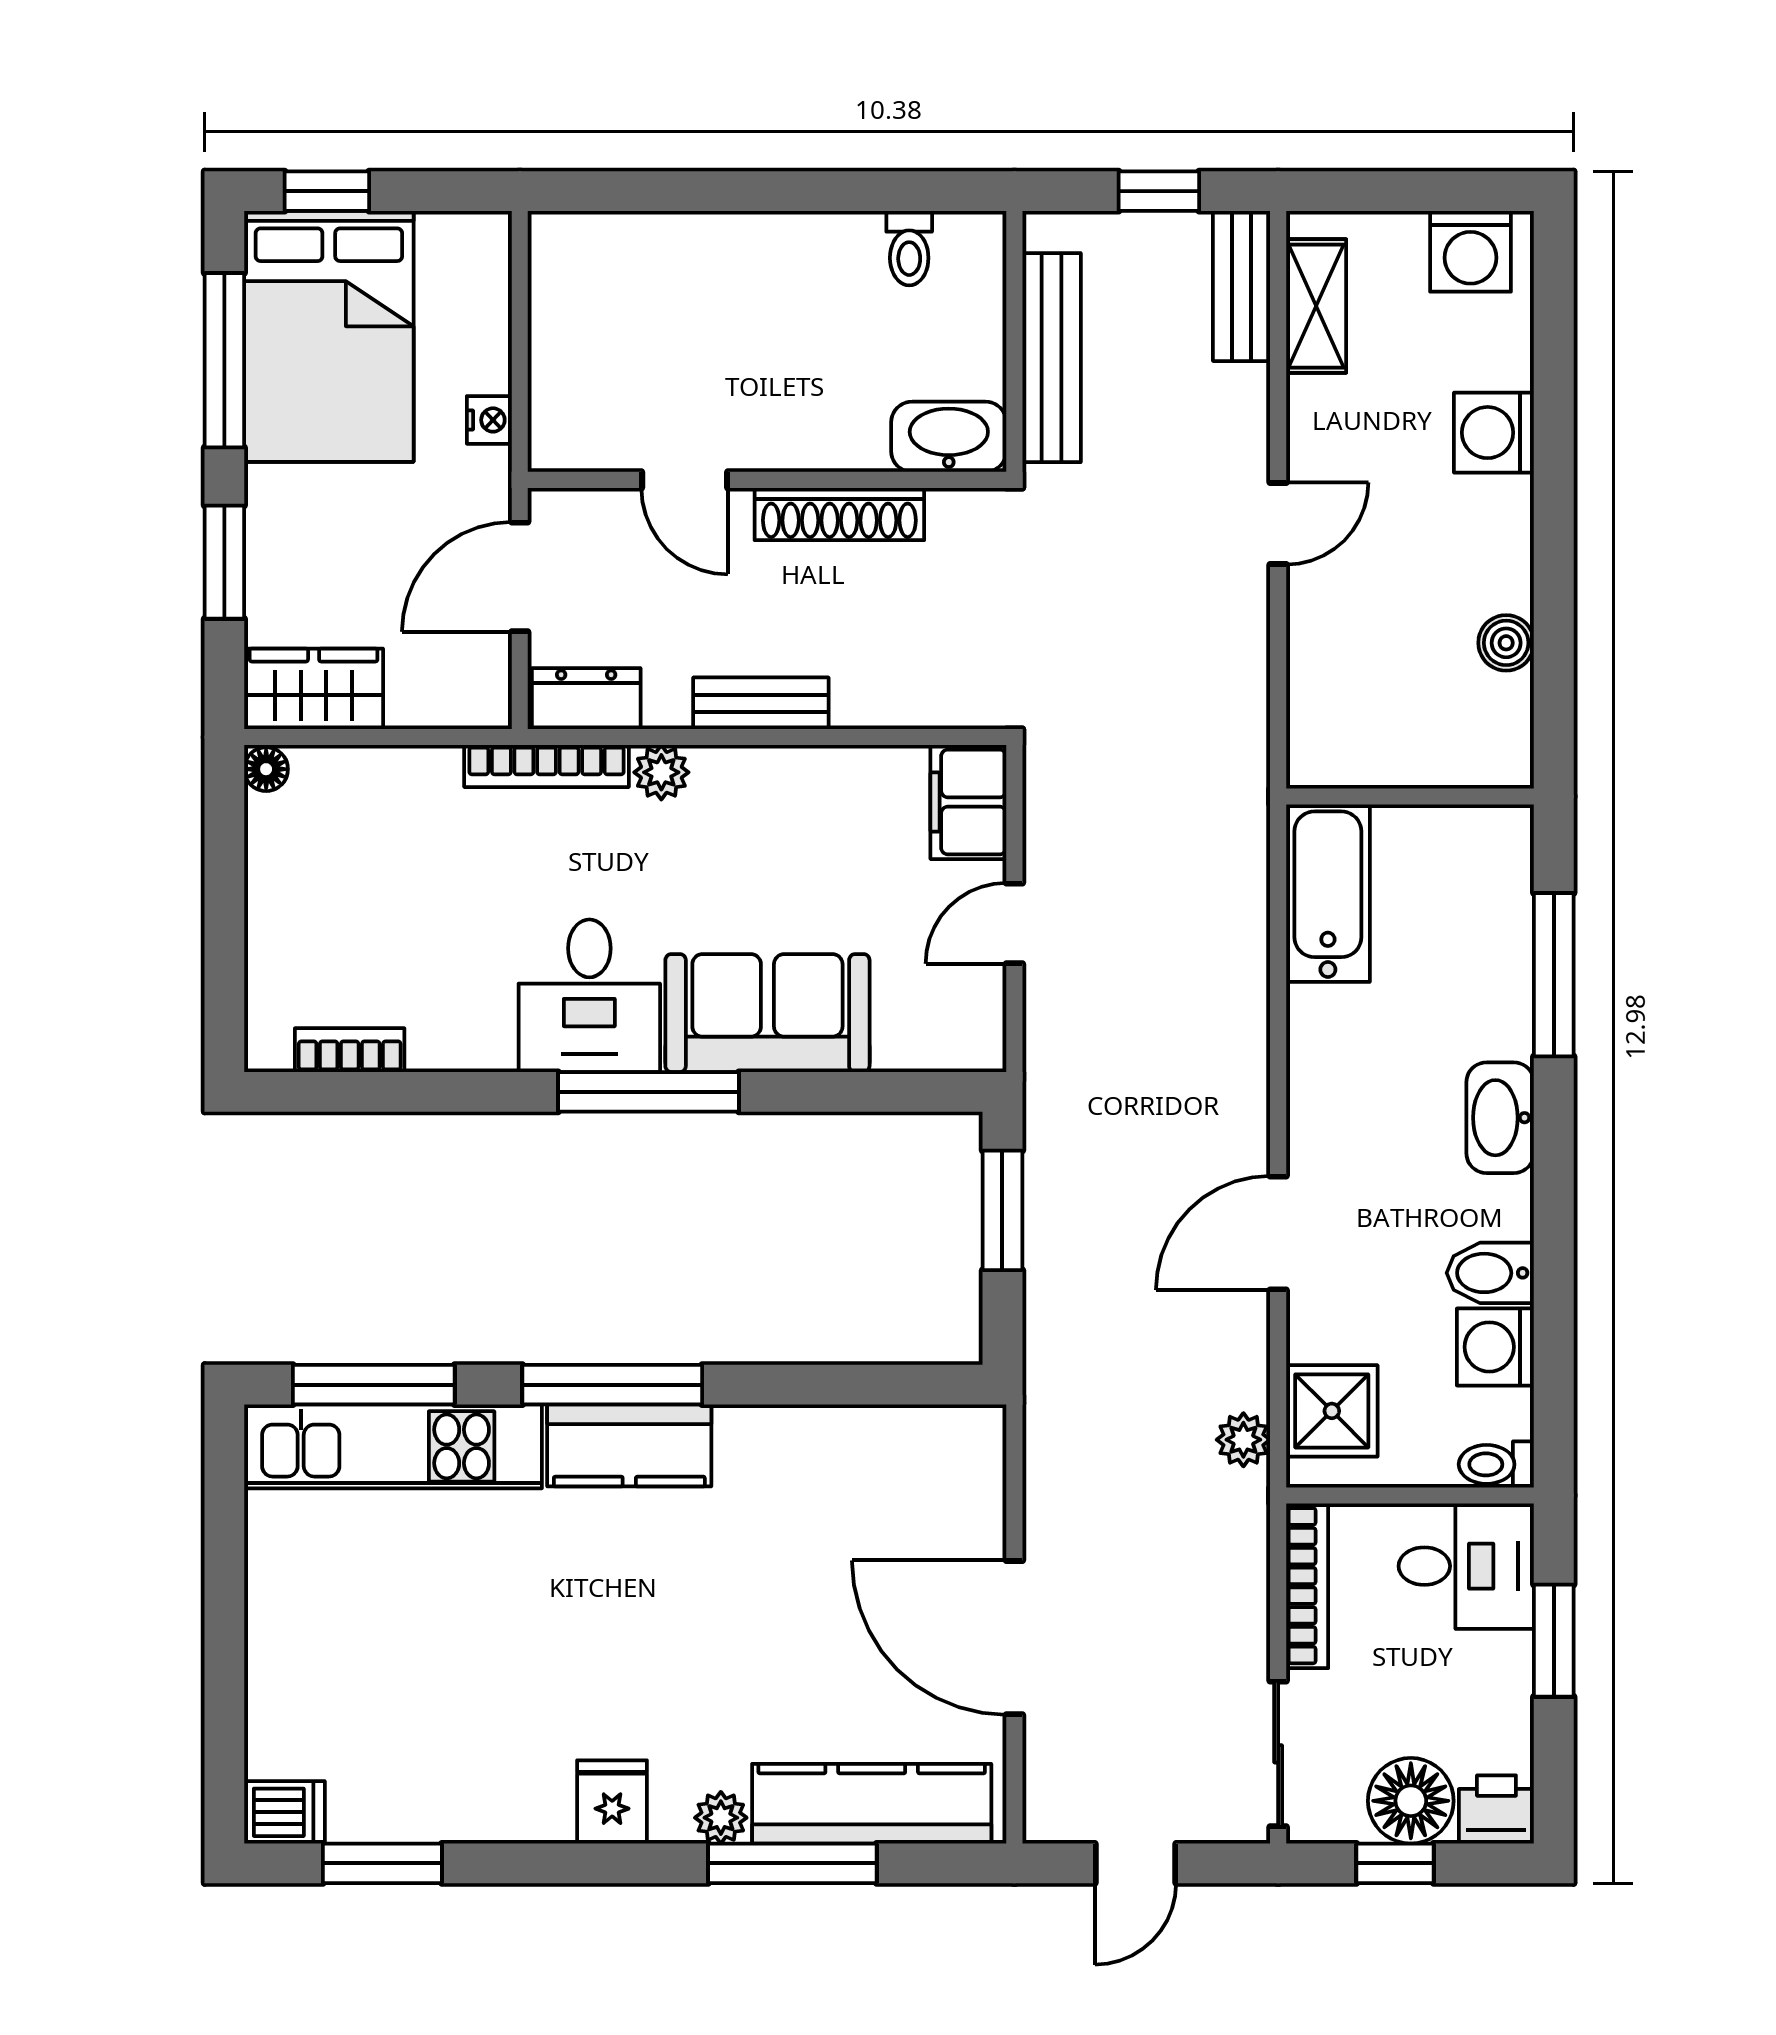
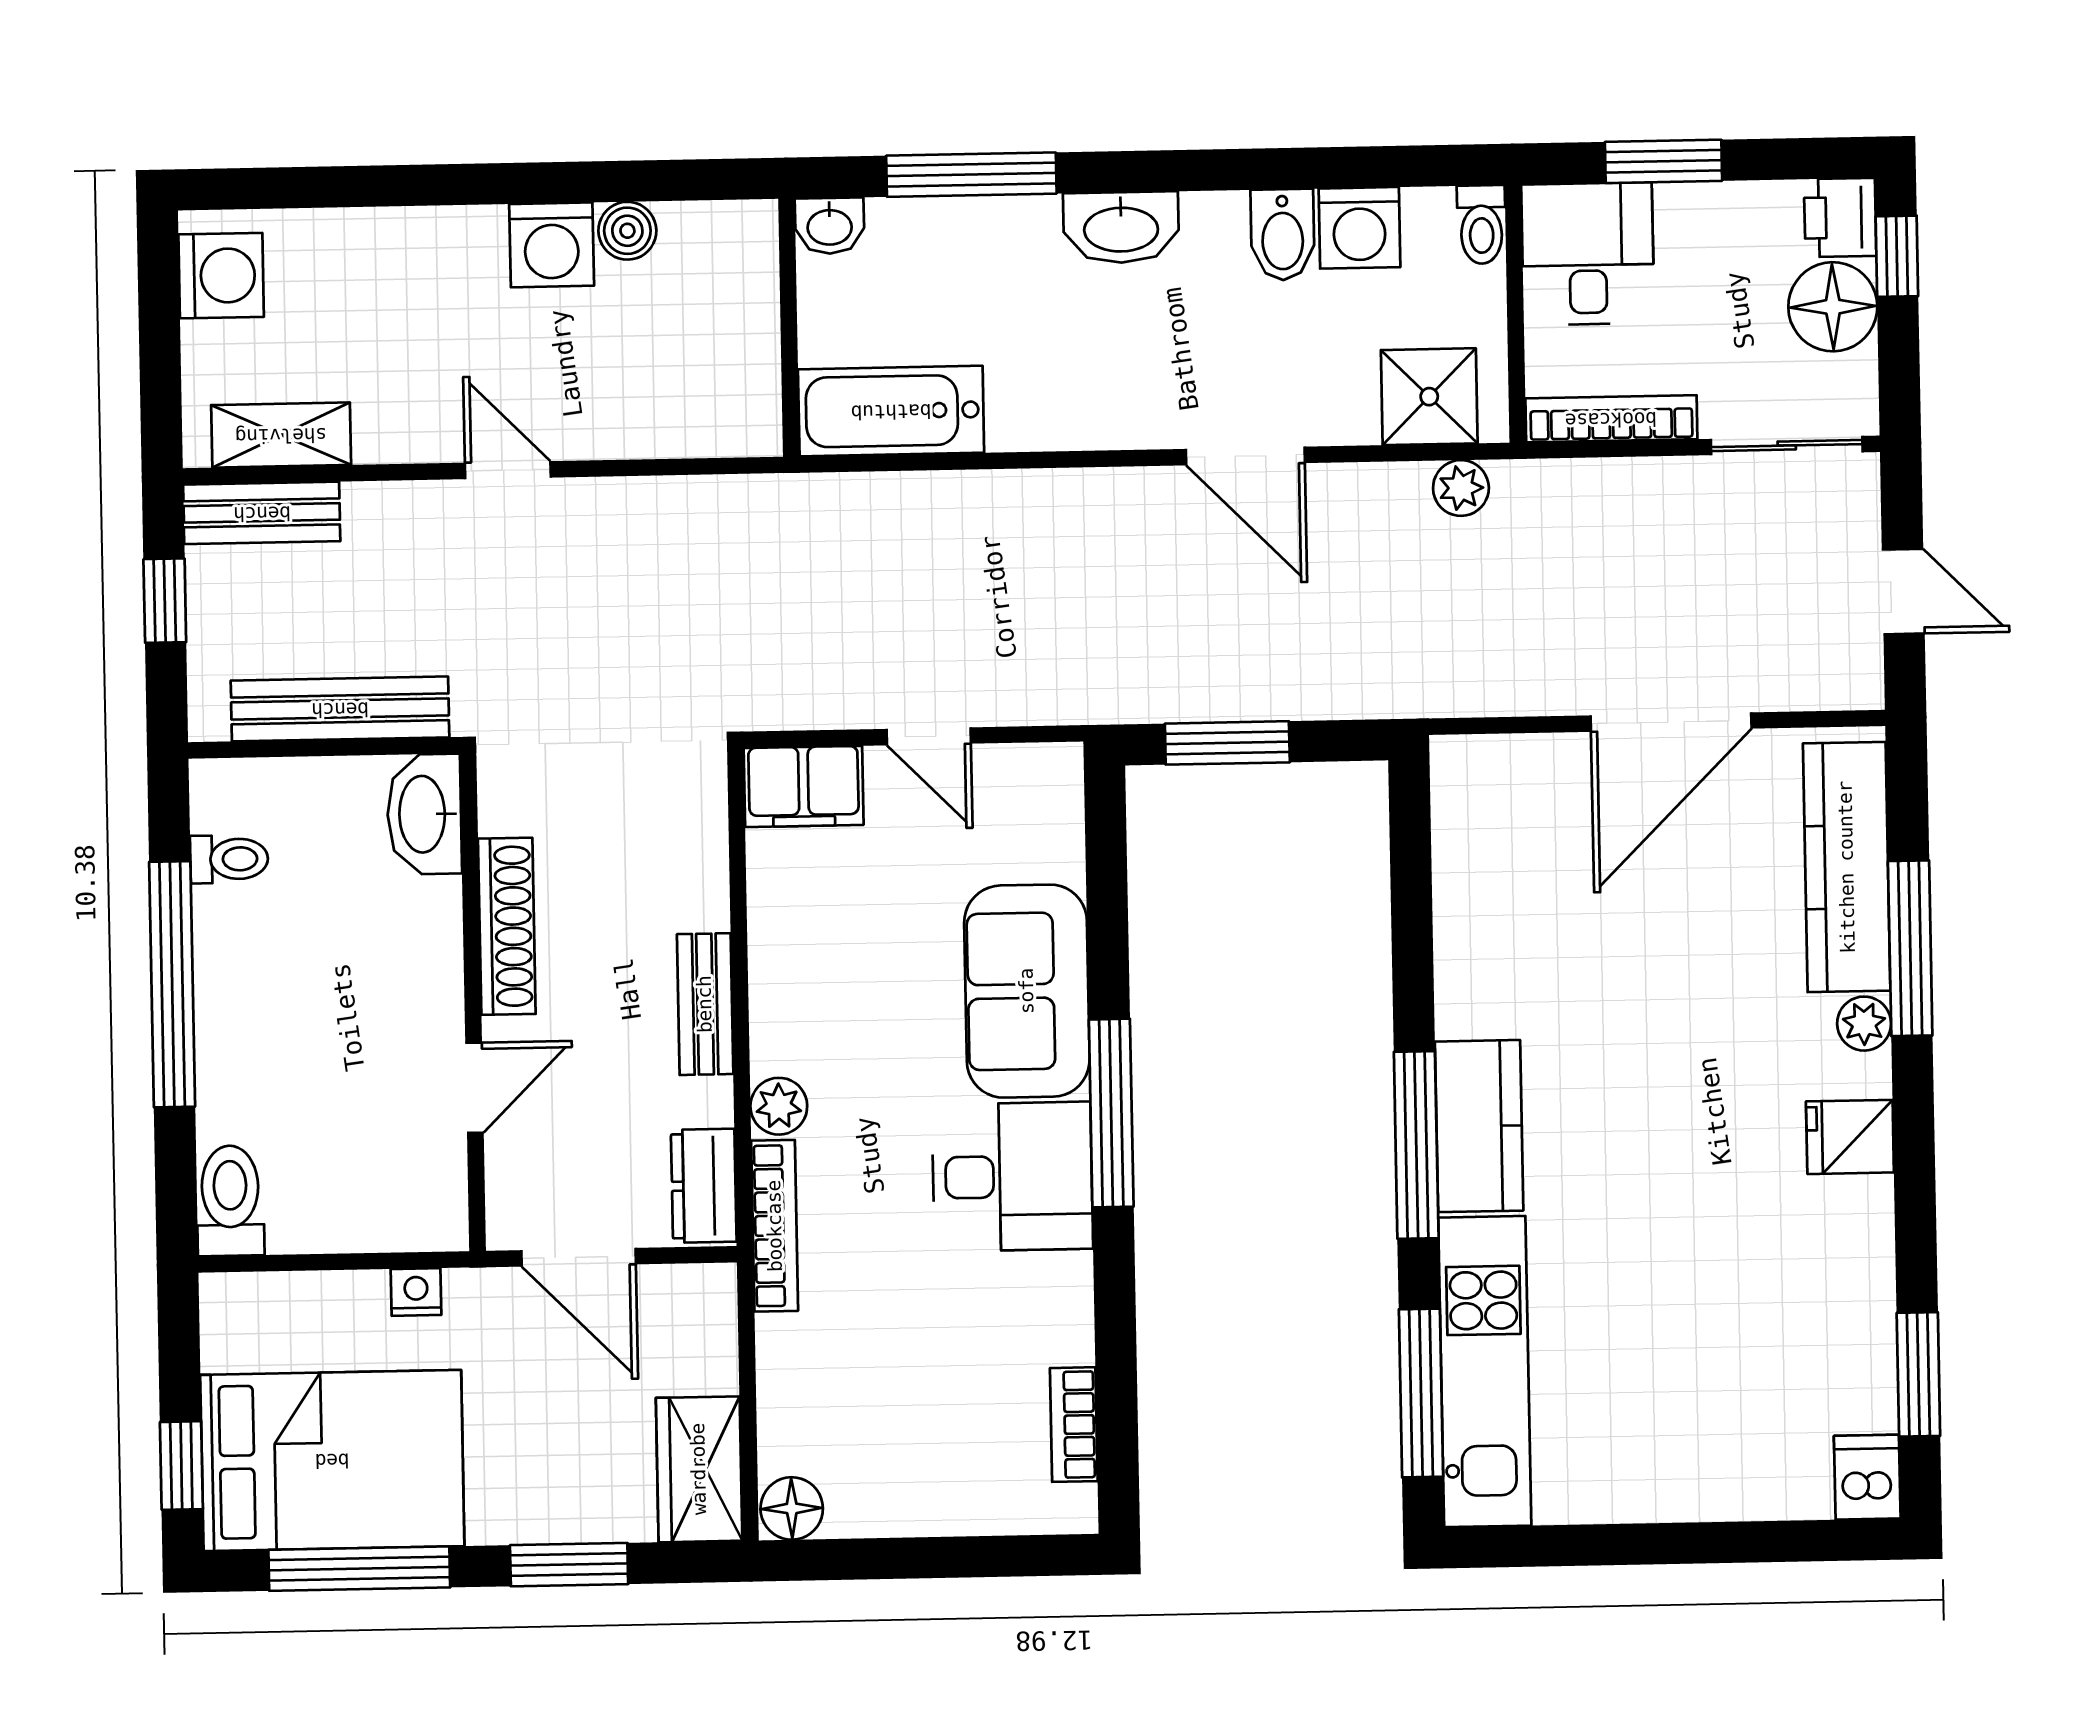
window: (790, 191) -> (172, 984), added
toilet: (581, 243) -> (230, 1201), added
washing machine: (1494, 433) -> (552, 245), moved
floor lamp: (266, 769) -> (792, 1508), width x1.37, depth x1.37
washbasin: (1507, 837) -> (830, 226), added
window: (1395, 1863) -> (1897, 256), moved

